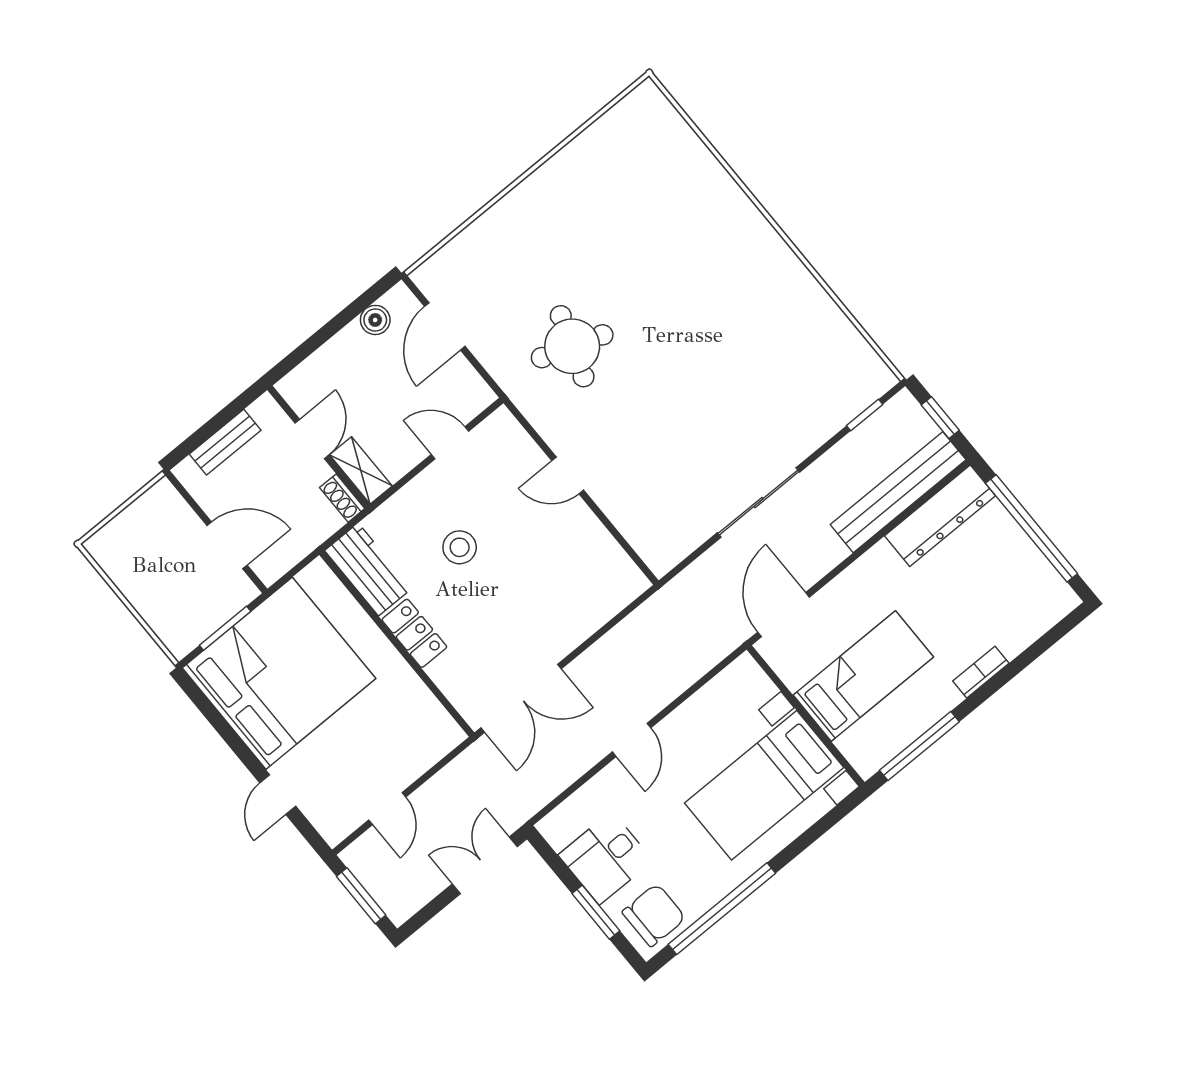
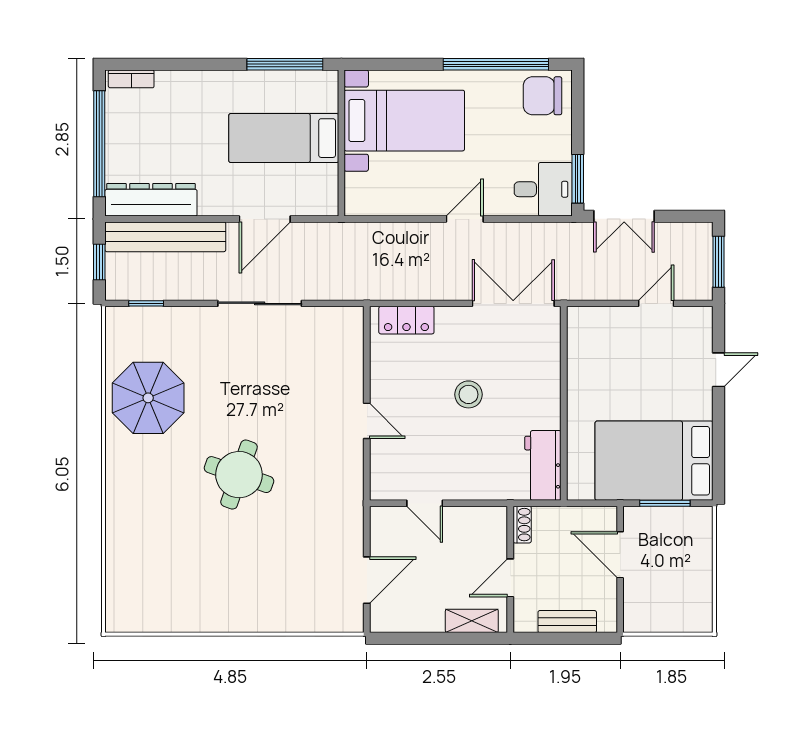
boiler: (375, 320) -> (408, 621), removed
parasol: (790, 328) -> (148, 398), added
round table: (572, 346) -> (239, 475), moved
shelving: (361, 470) -> (472, 621), moved, turned 90
stool: (460, 547) -> (468, 394), moved
door: (783, 615) -> (265, 219), moved
locker: (414, 633) -> (406, 320), moved, turned -90
bookcase: (981, 672) -> (131, 79), moved
bed: (279, 673) -> (654, 461), width x0.73
desk: (606, 858) -> (543, 189), moved
window: (596, 912) -> (578, 179), moved

